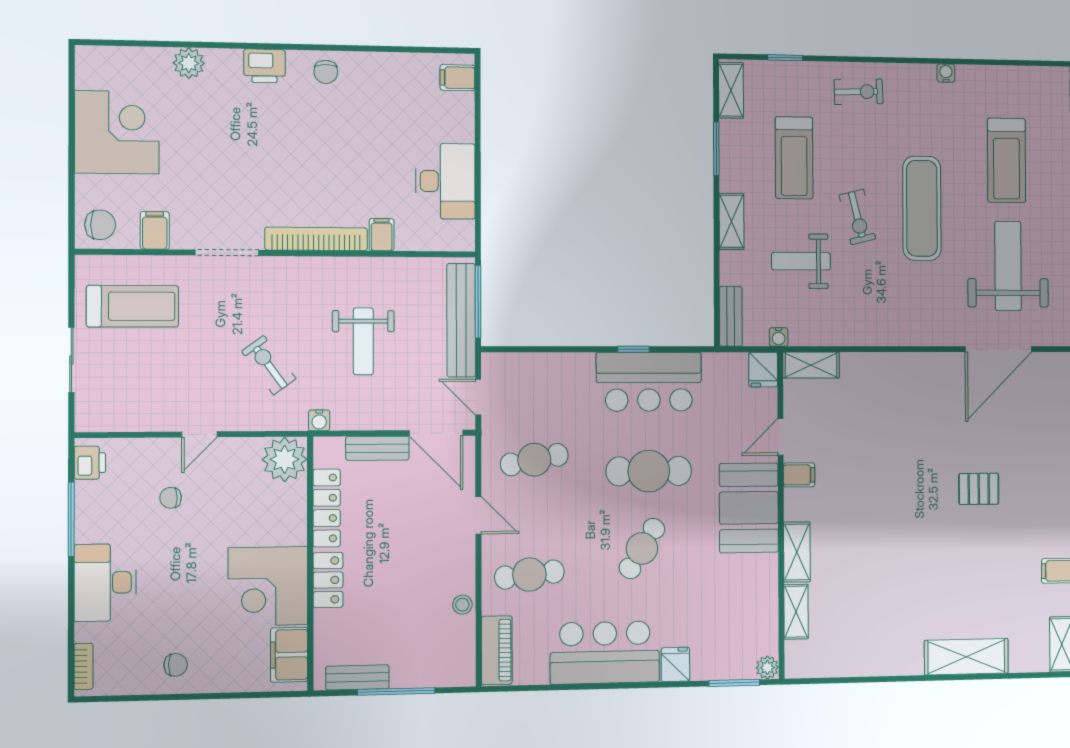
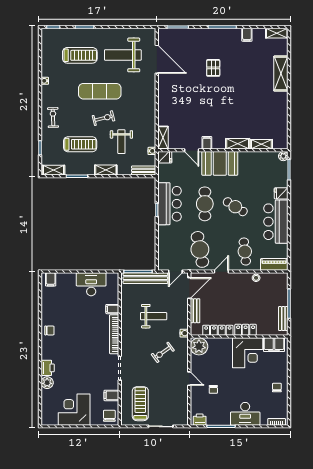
printer: (264, 66) -> (48, 368), moved
cafe table: (534, 460) -> (200, 249), width x1.37, depth x1.35

